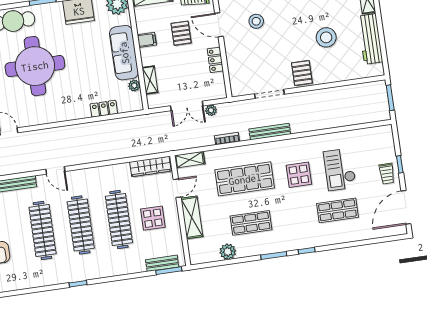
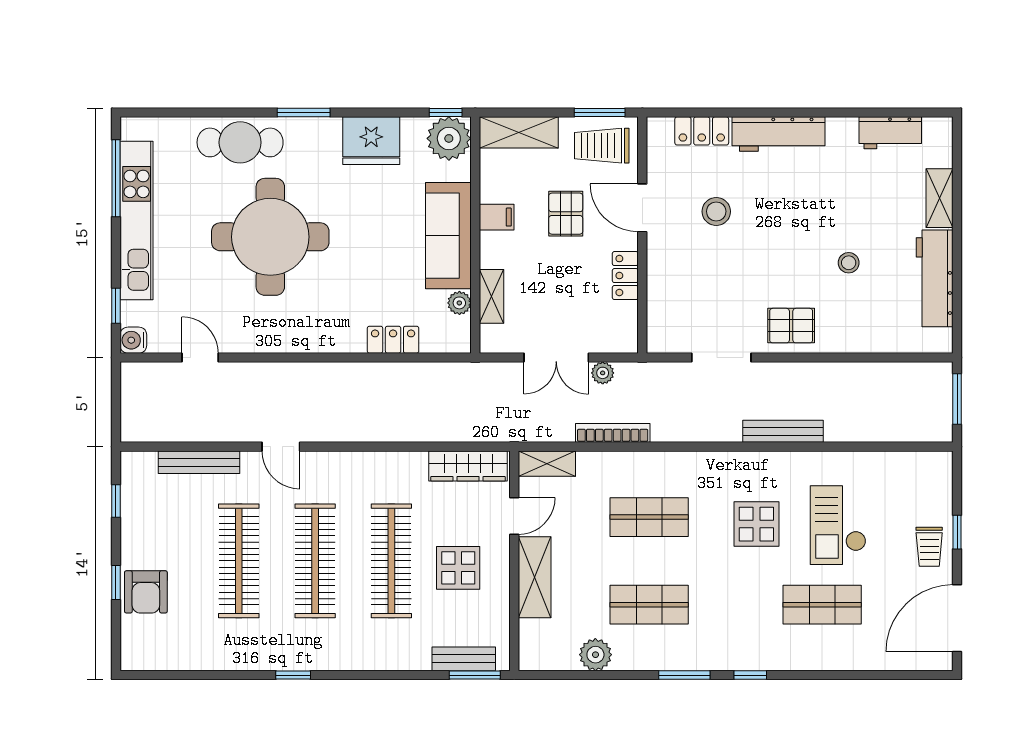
stool: (326, 37) -> (849, 263), width x0.53, depth x0.53
pallet: (302, 73) -> (791, 326), turned 90
bench: (270, 132) -> (783, 431), moved
bookcase: (227, 139) -> (613, 433), width x1.56
shop shelf: (245, 179) -> (649, 517), width x0.70, depth x0.74

